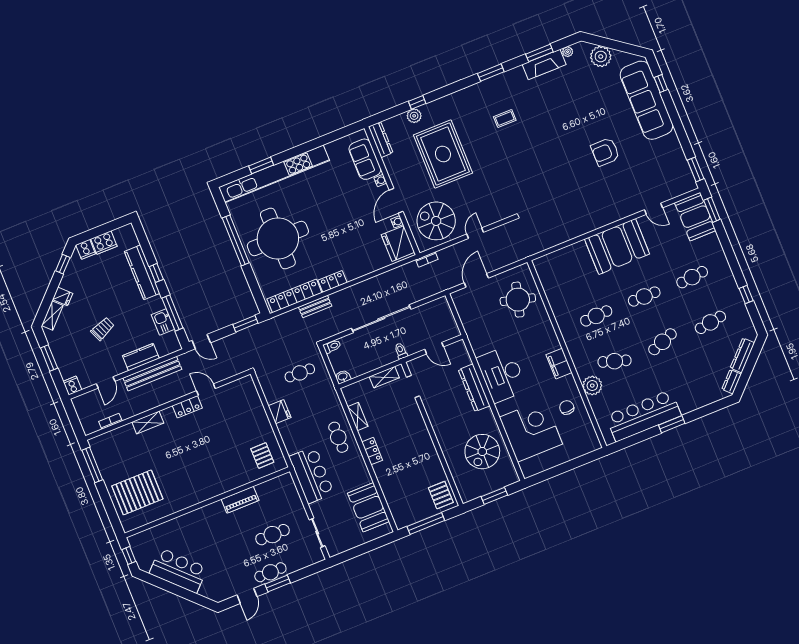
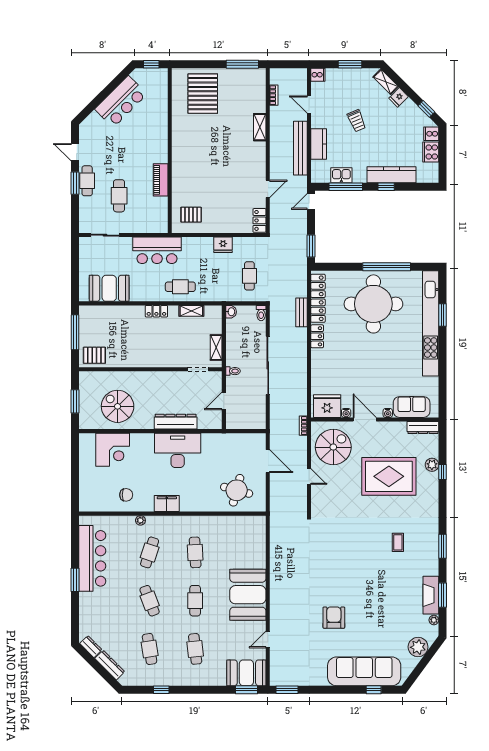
plant: (592, 386) -> (140, 520), width x0.53, depth x0.53
locker: (187, 407) -> (259, 220), moved
corner desk: (531, 431) -> (113, 450), width x0.74, depth x0.74

